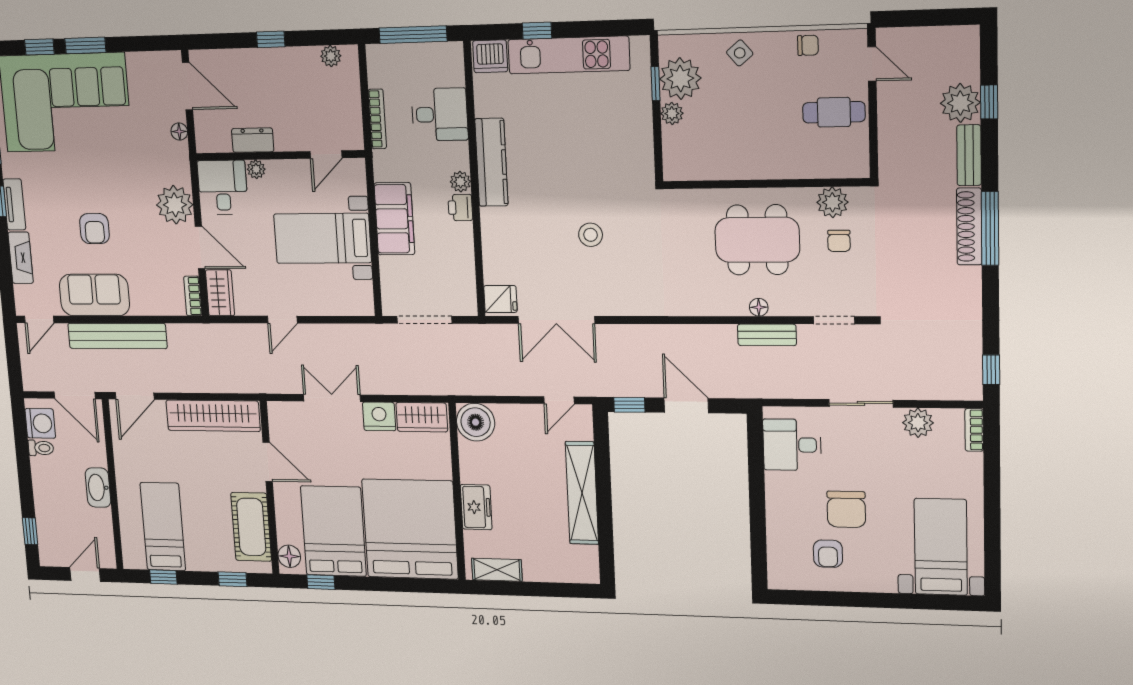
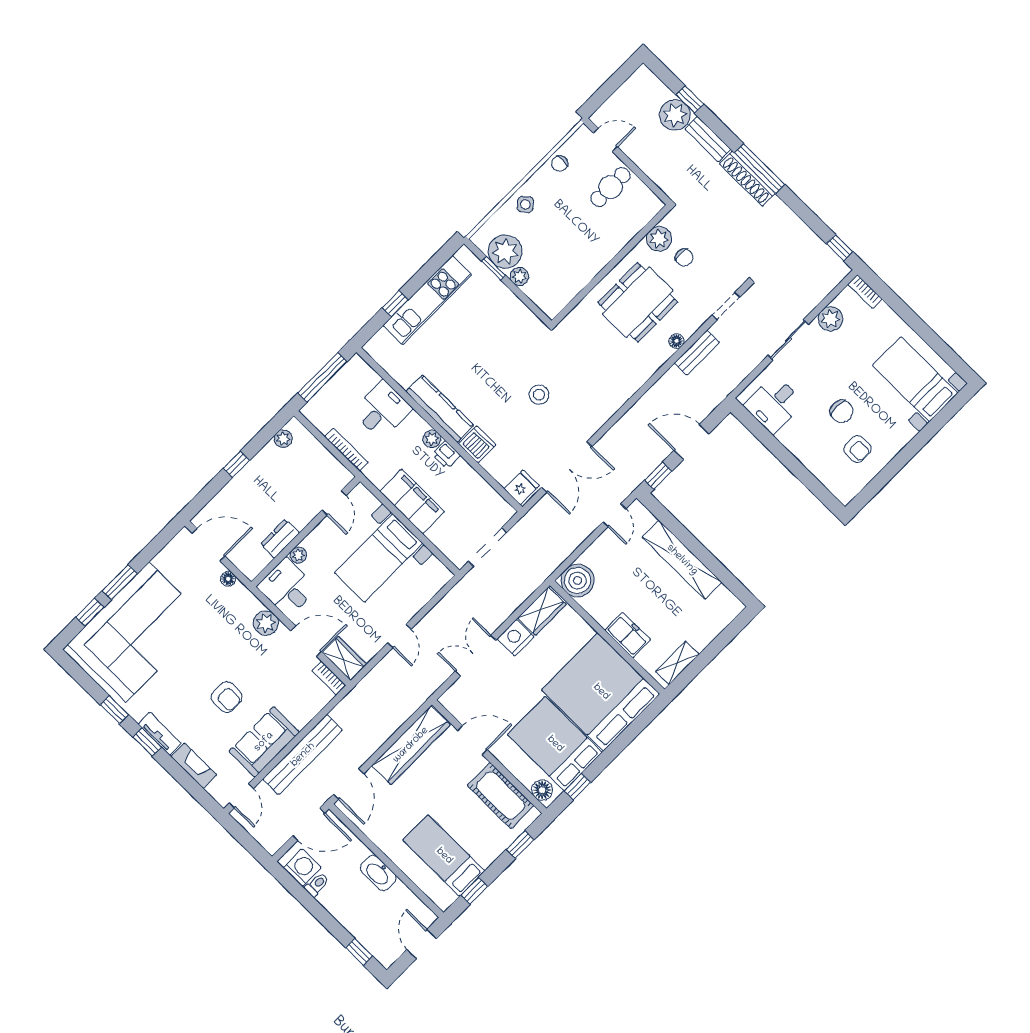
chair: (808, 45) -> (560, 164), turned 180
dishwasher: (490, 56) -> (477, 444), moved, turned -90
plant: (175, 205) -> (266, 623), width x0.73, depth x0.73
chair: (846, 509) -> (842, 411), width x0.73, depth x0.73

